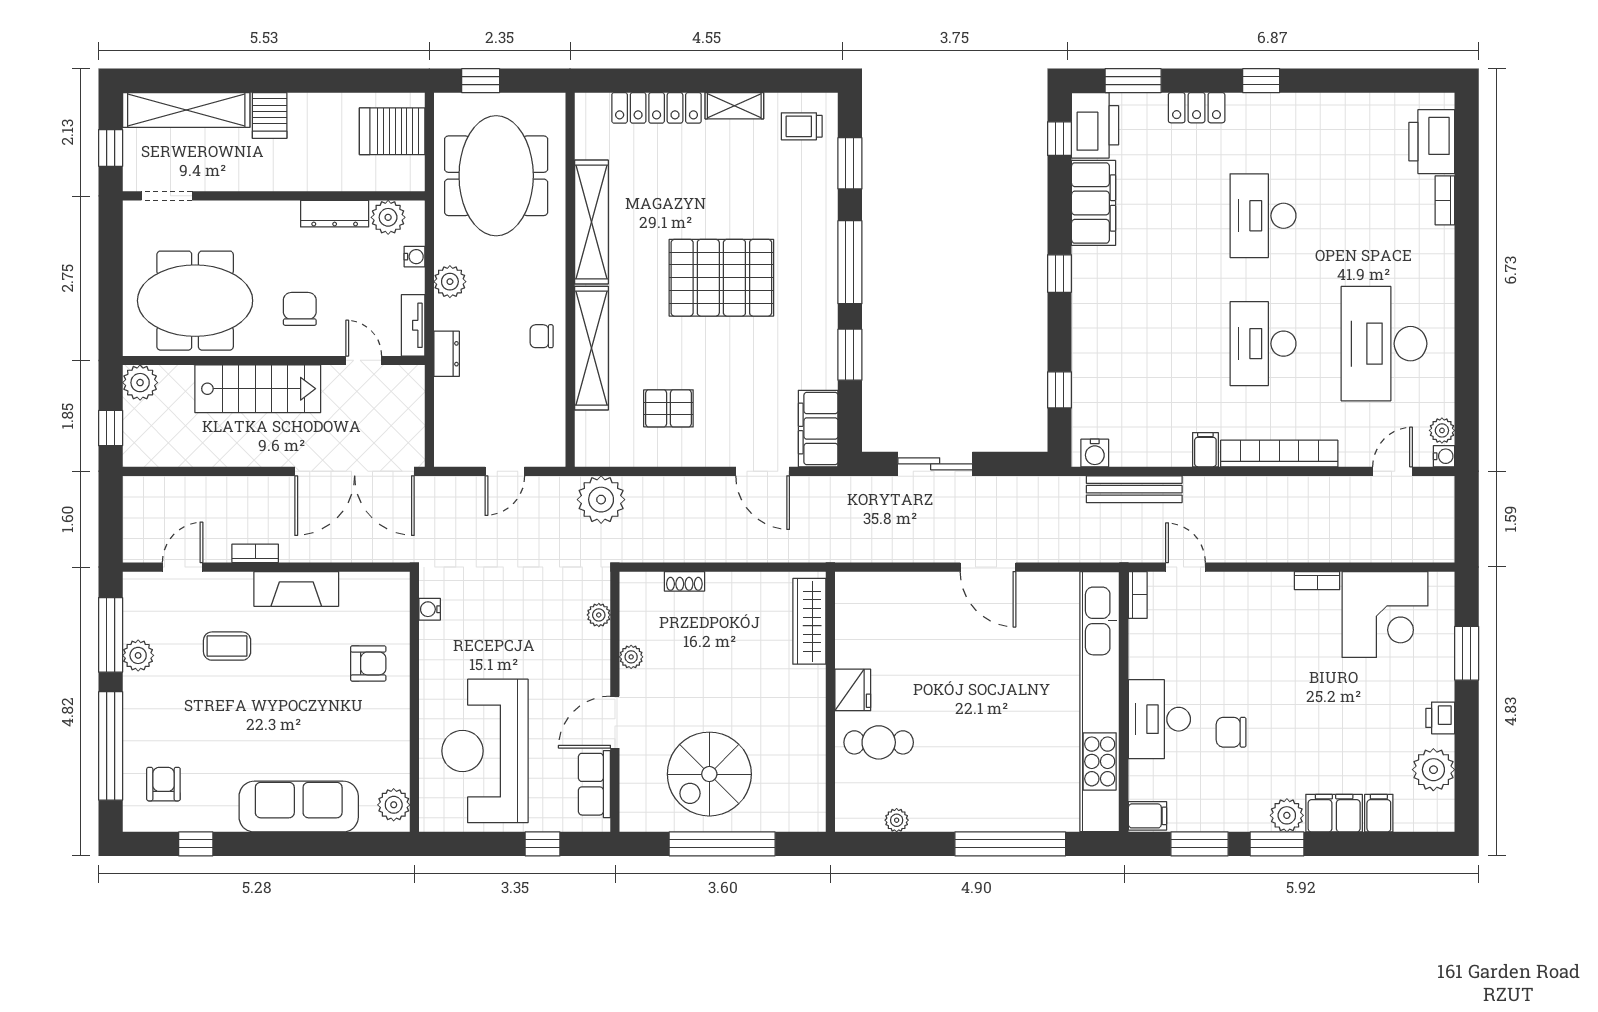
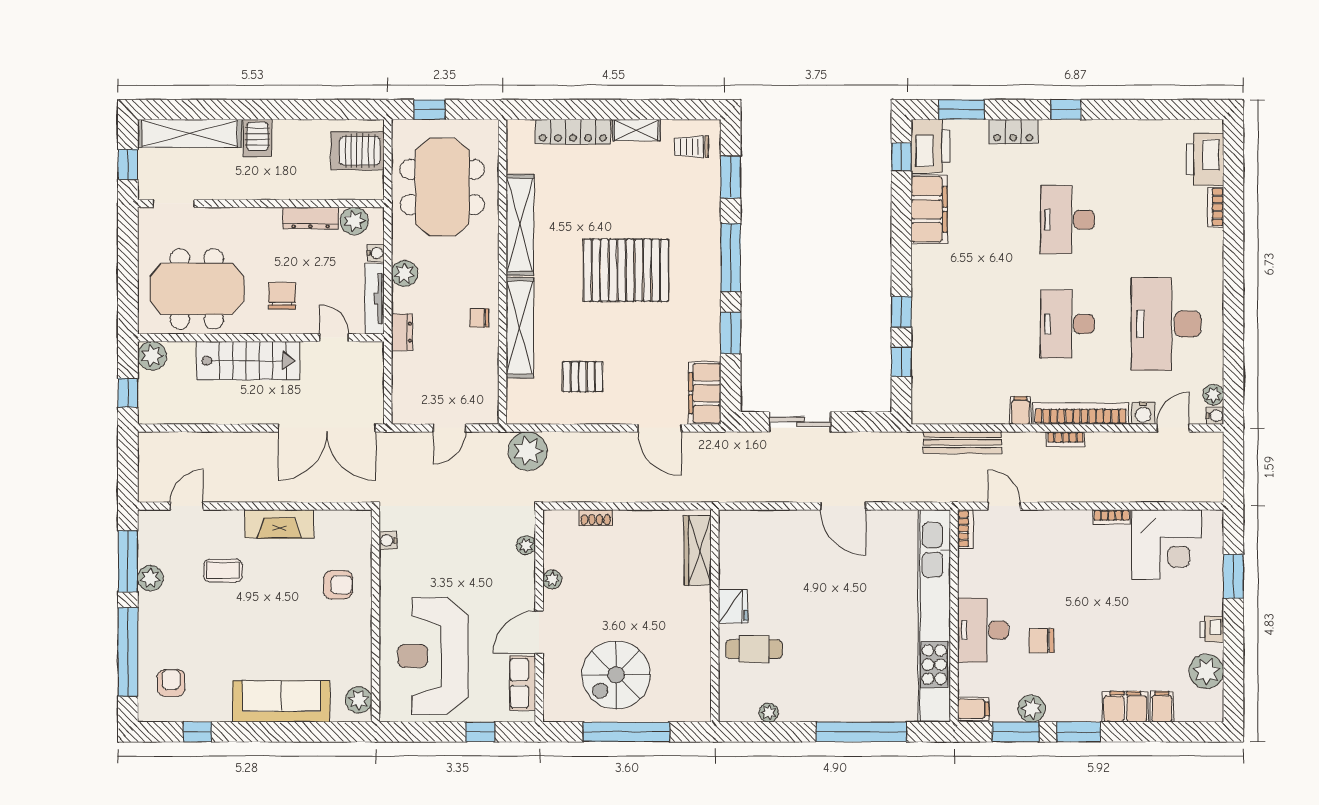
window: (1059, 274) -> (901, 312), moved
tv unit: (413, 325) -> (375, 299), width x1.41
water cooler: (1095, 453) -> (1143, 413), moved
bookcase: (255, 553) -> (1066, 439), moved, turned 180
plant: (1287, 815) -> (1032, 708), moved

